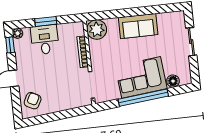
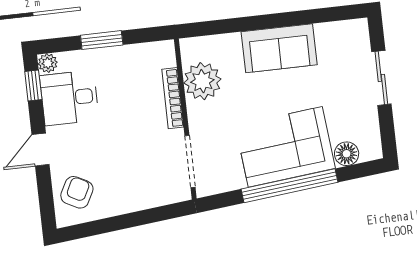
plant: (97, 30) -> (202, 81), moved
desk: (45, 40) -> (69, 98), moved, turned -90

